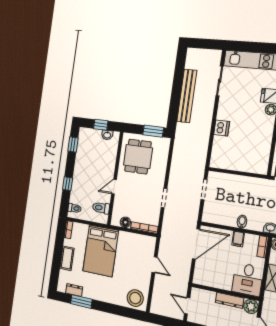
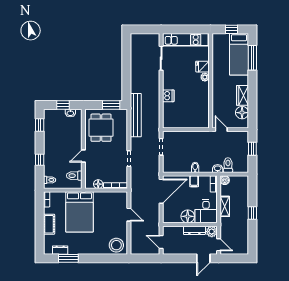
bench: (187, 96) -> (136, 115), moved
floor lamp: (224, 281) -> (188, 216), added

